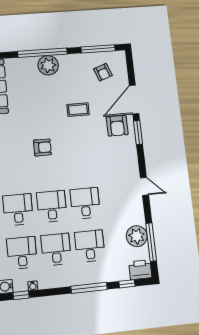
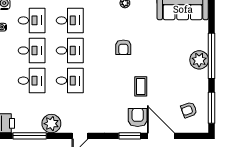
coffee table: (78, 110) -> (141, 86), moved
armchair: (117, 126) -> (138, 117), turned 90
plant: (137, 236) -> (51, 124), moved

